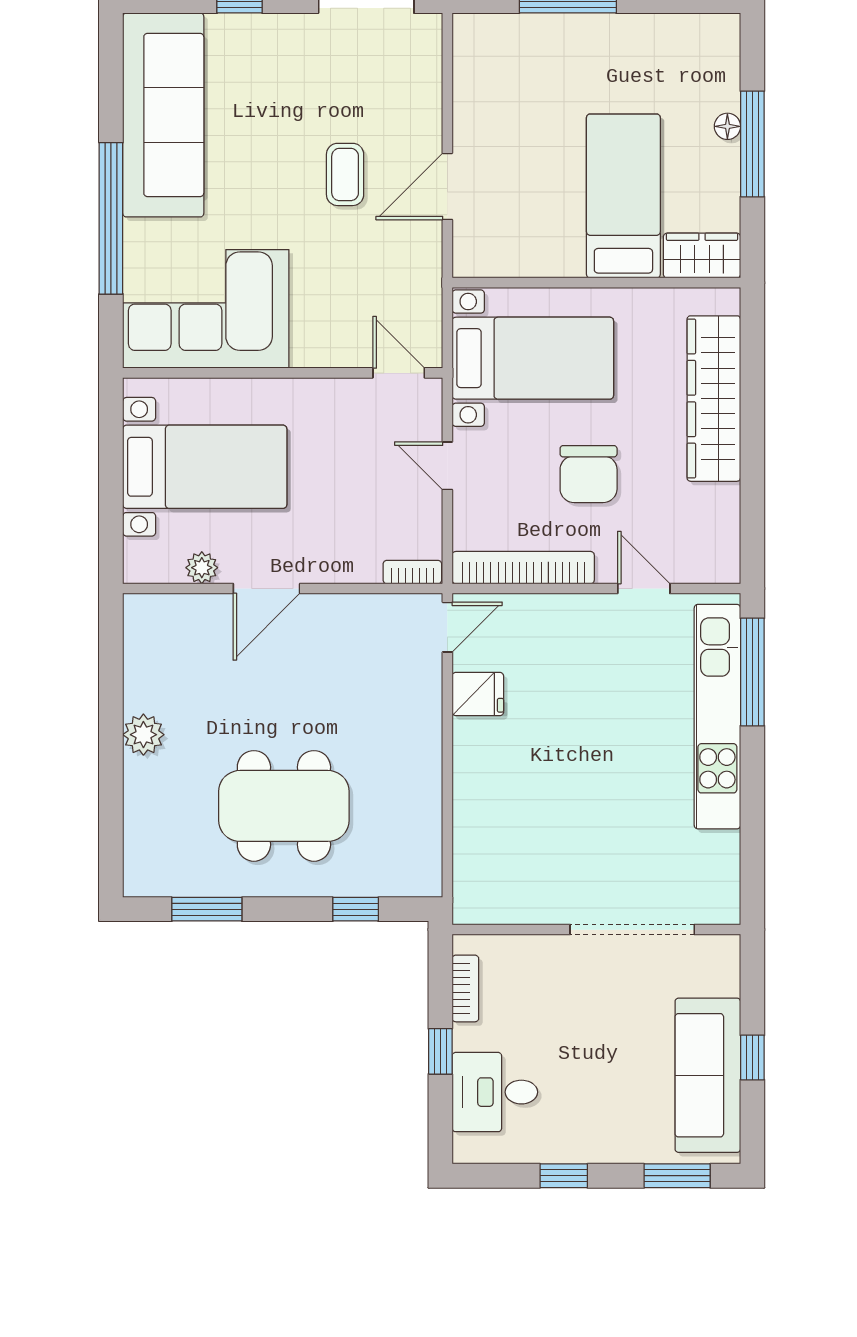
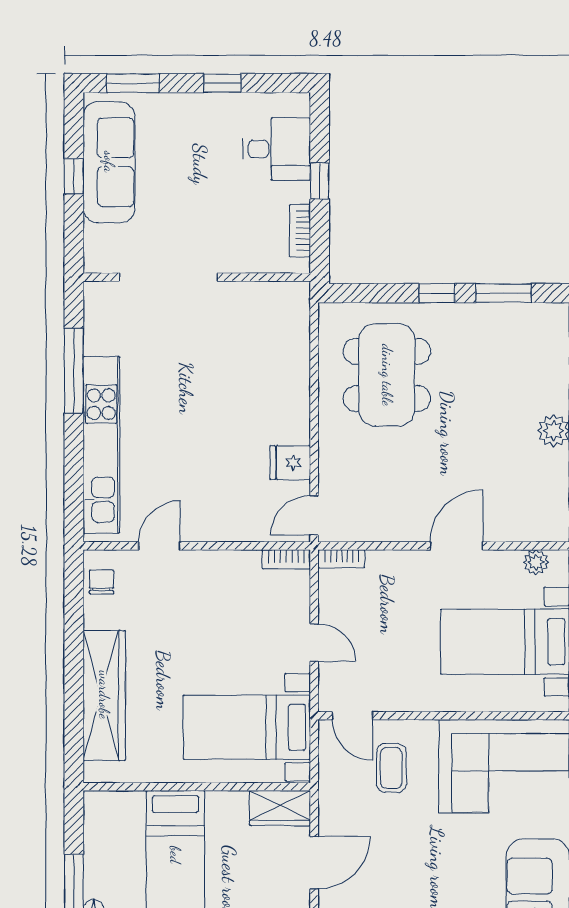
coffee table: (345, 174) -> (391, 768), moved
wardrobe: (702, 256) -> (280, 808), moved
chair: (589, 474) -> (102, 582), moved, width x0.54, depth x0.54
plant: (202, 568) -> (536, 562), moved
bookcase: (523, 568) -> (286, 559), width x0.43, depth x0.76
door: (644, 588) -> (159, 546), swing flipped
window: (752, 672) -> (74, 371), moved
dining table: (284, 806) -> (387, 375), moved, turned 90
window: (356, 909) -> (437, 293), moved

